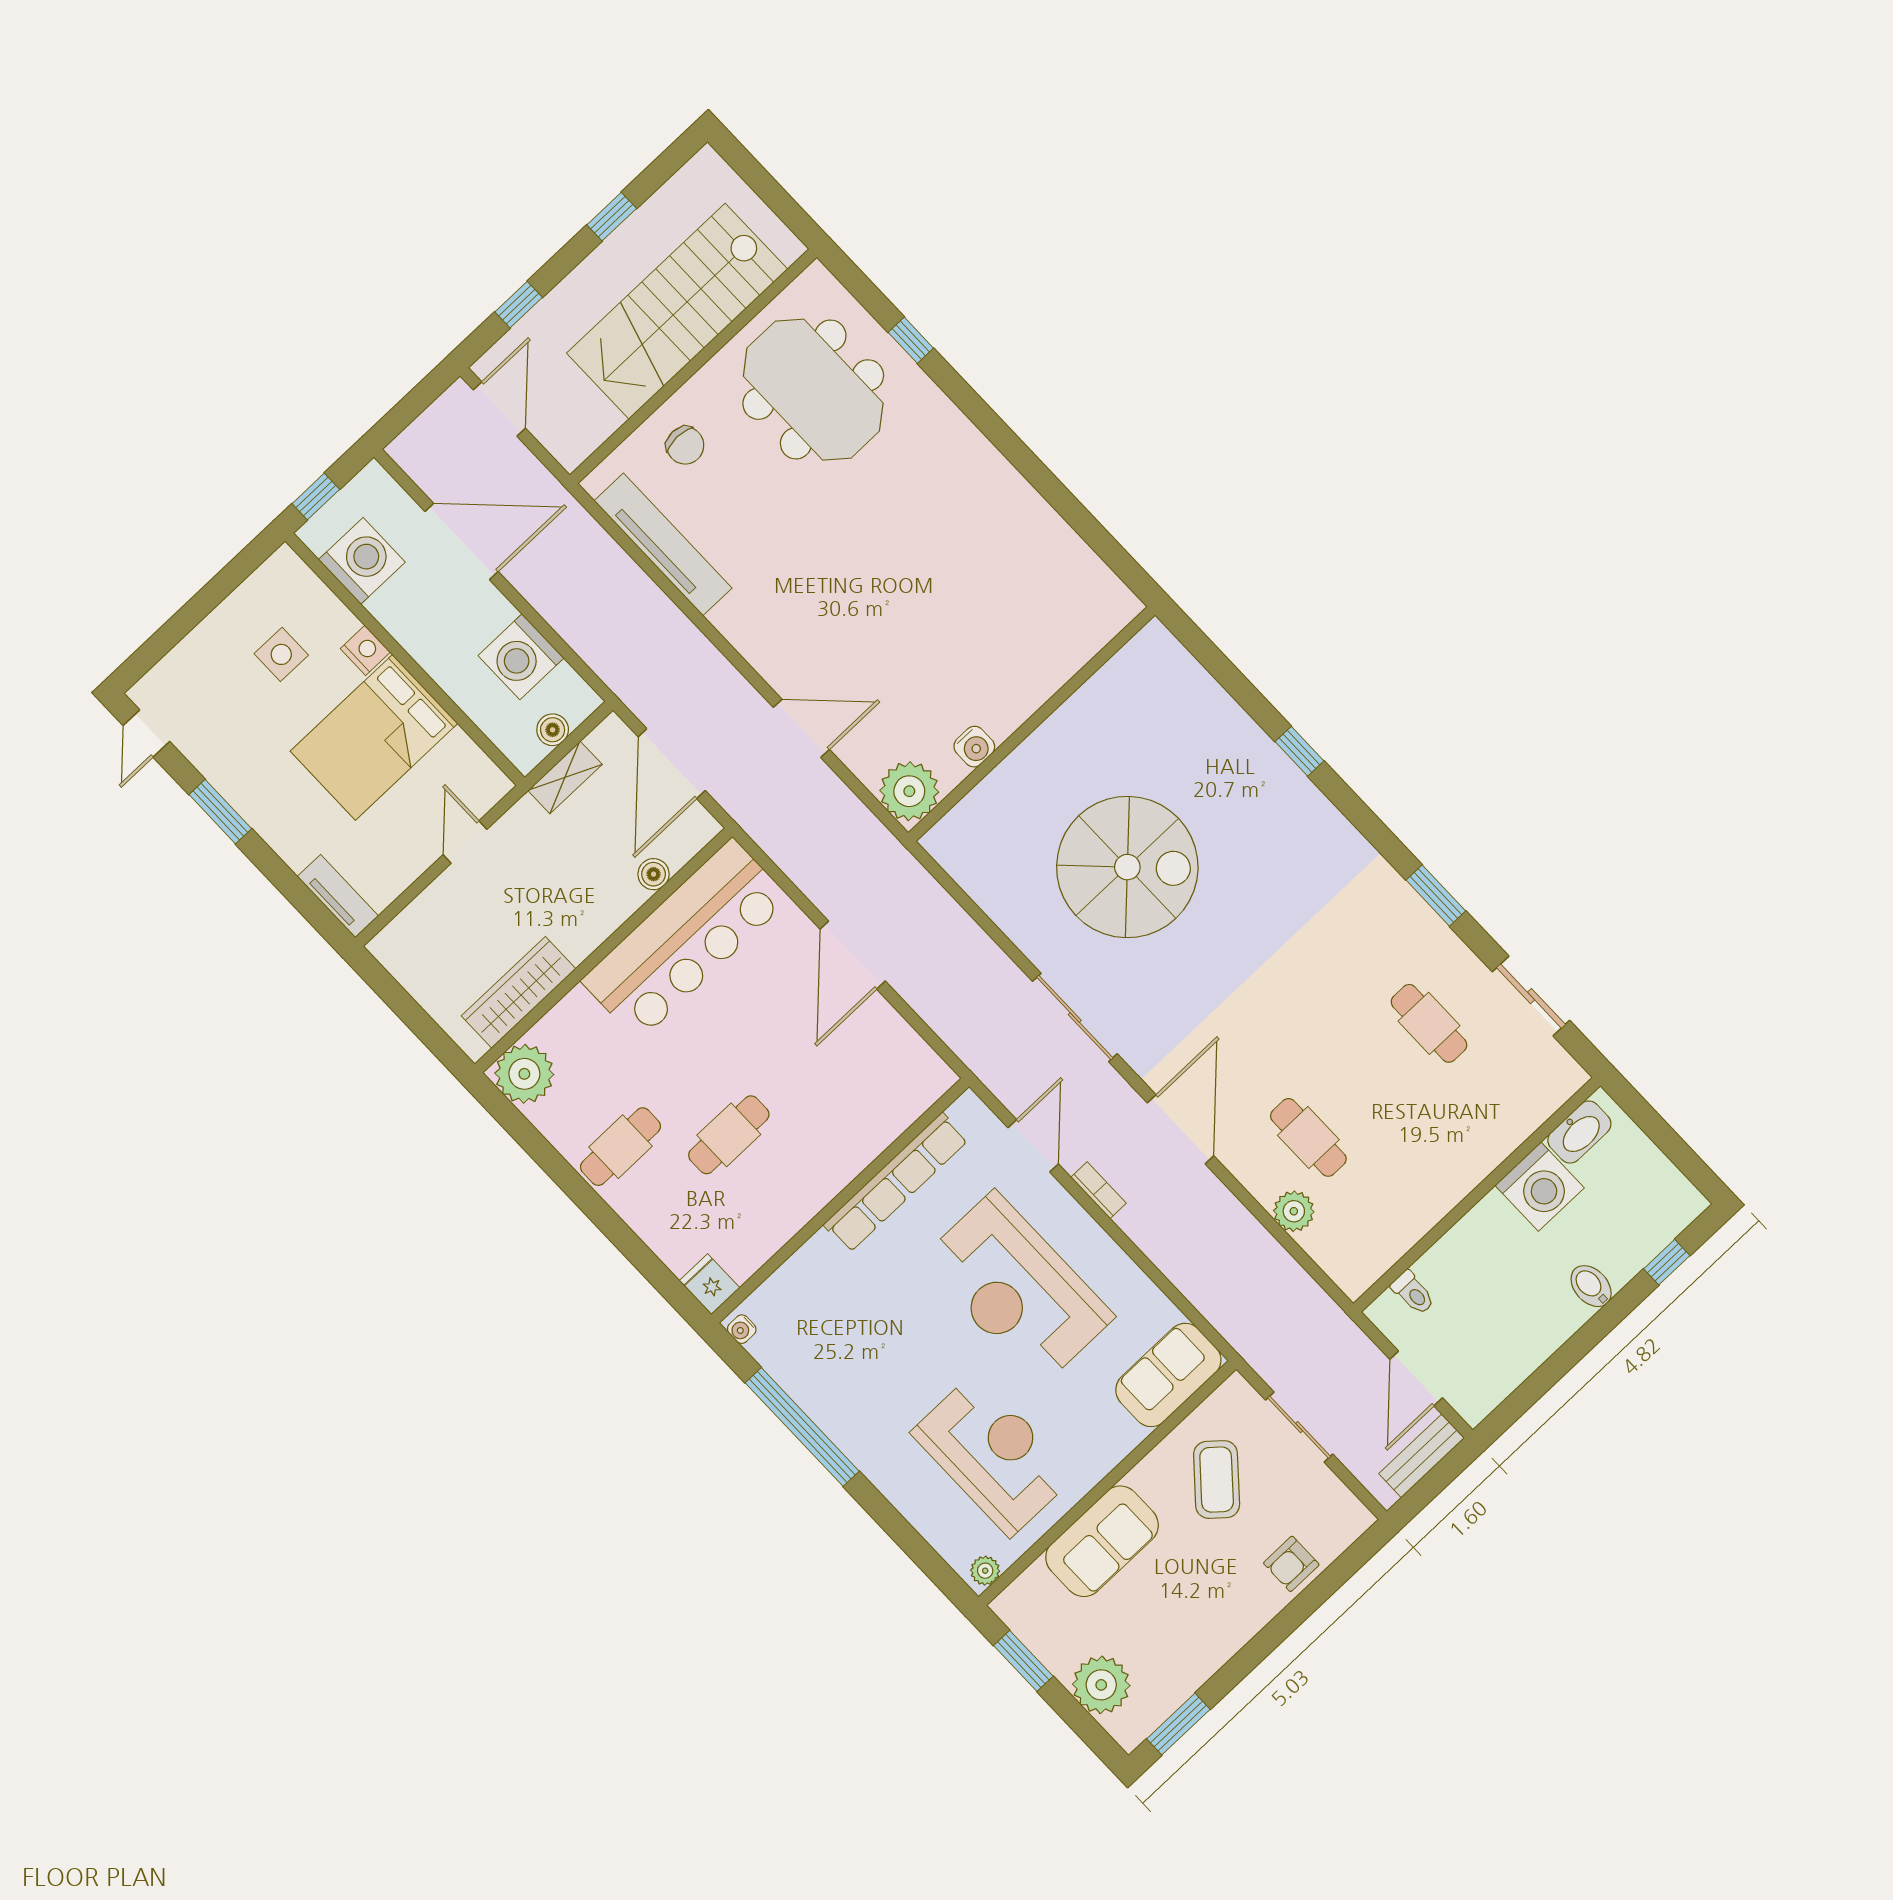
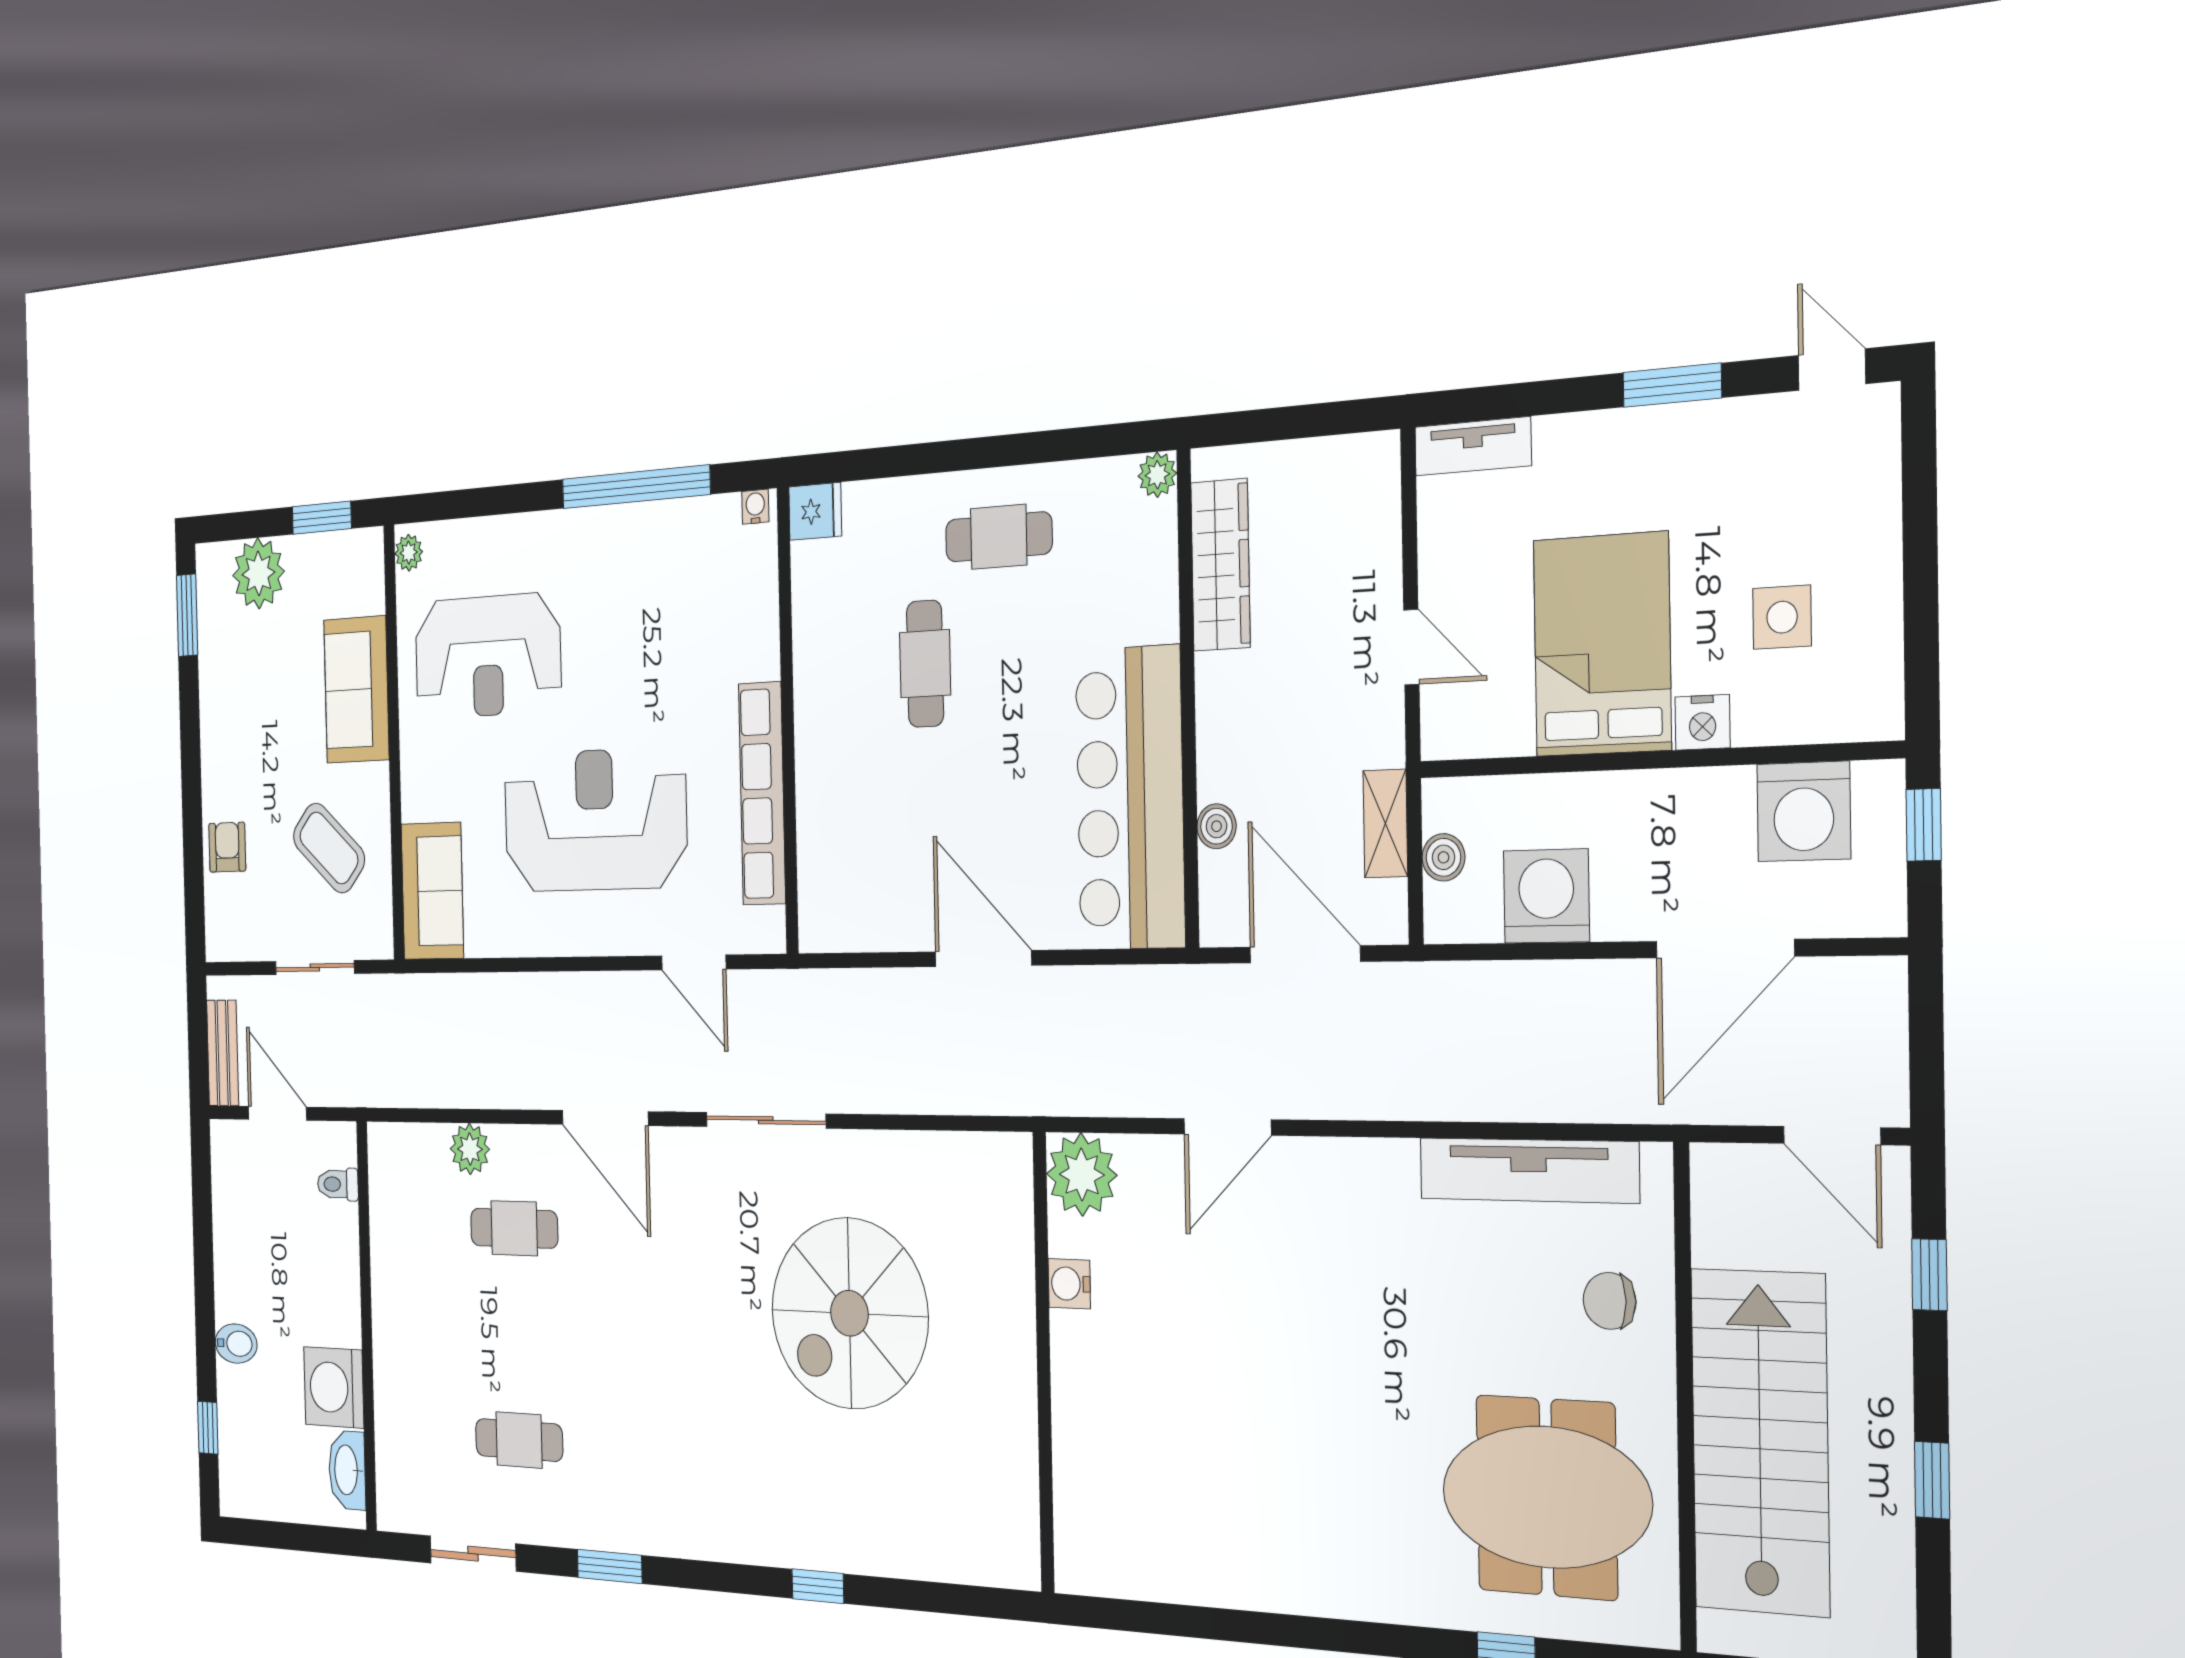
plant: (524, 1074) -> (1157, 475), width x0.53, depth x0.53
cafe table: (620, 1147) -> (999, 537), turned 90
bookcase: (1098, 1190) -> (614, 986), removed

